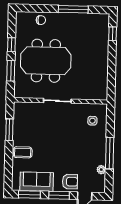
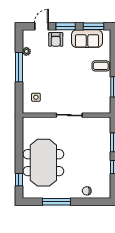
meeting table: (46, 61) -> (43, 163), moved, turned 90
armchair: (70, 182) -> (56, 39), turned -90

